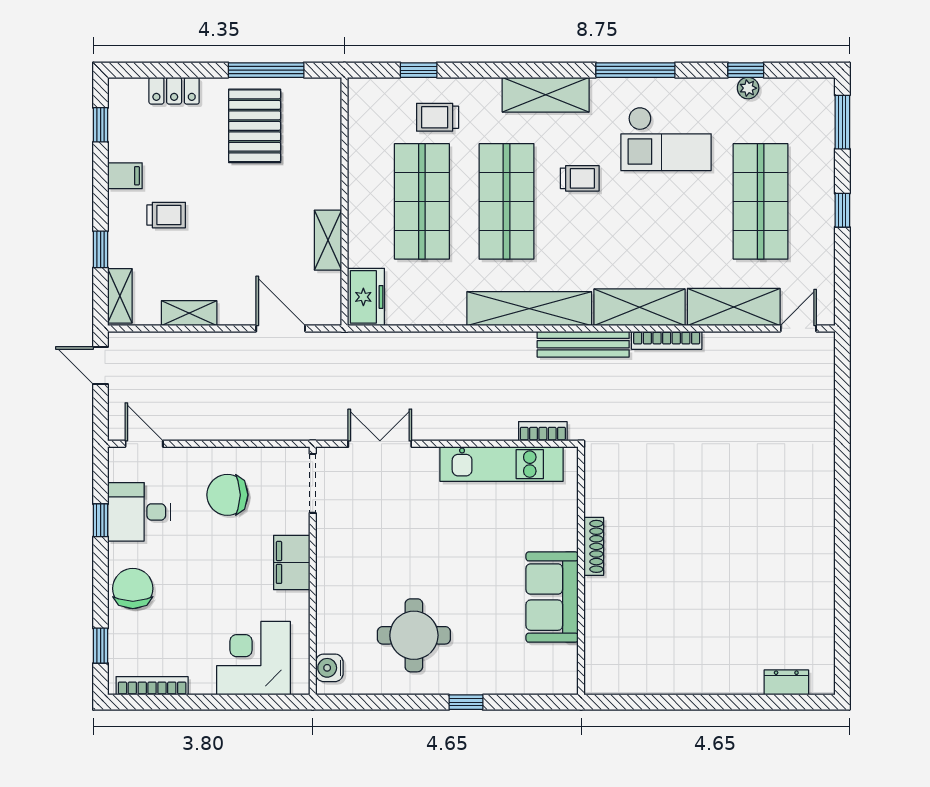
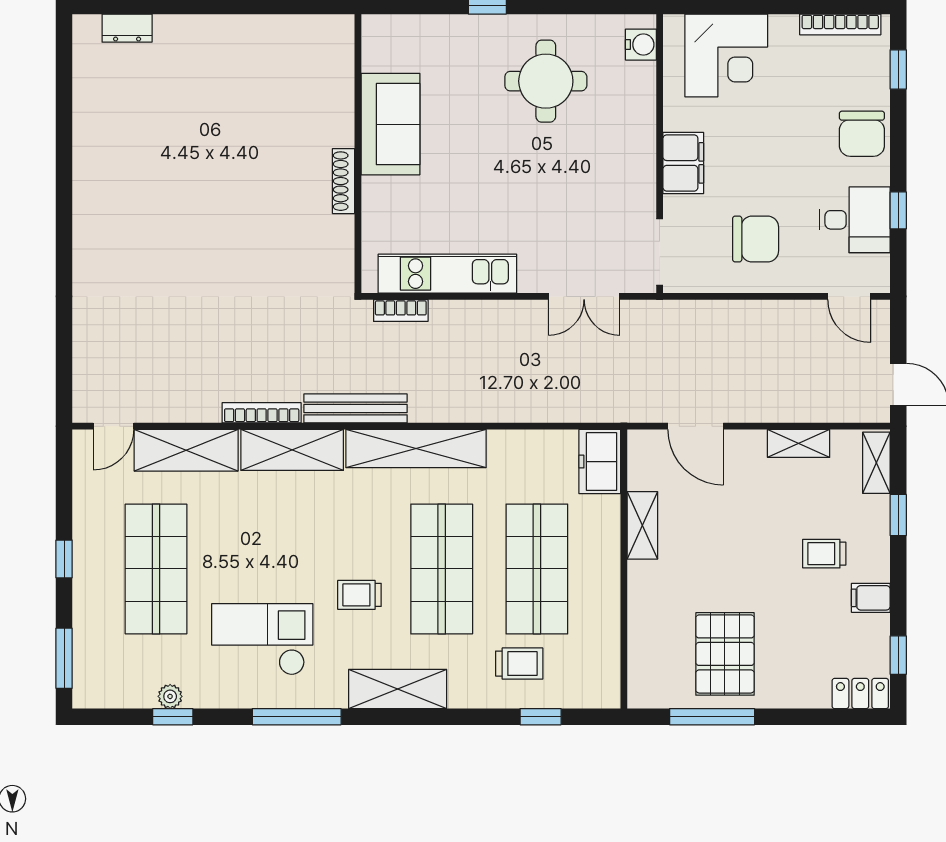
locker: (174, 91) -> (860, 693), moved

